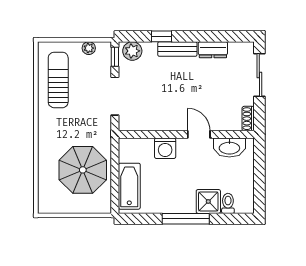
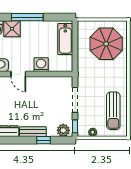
parasol: (83, 170) -> (106, 44), moved

